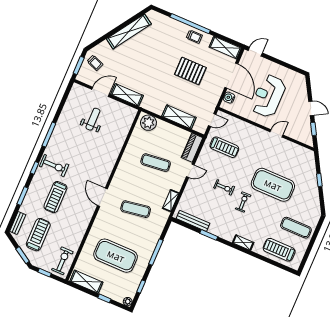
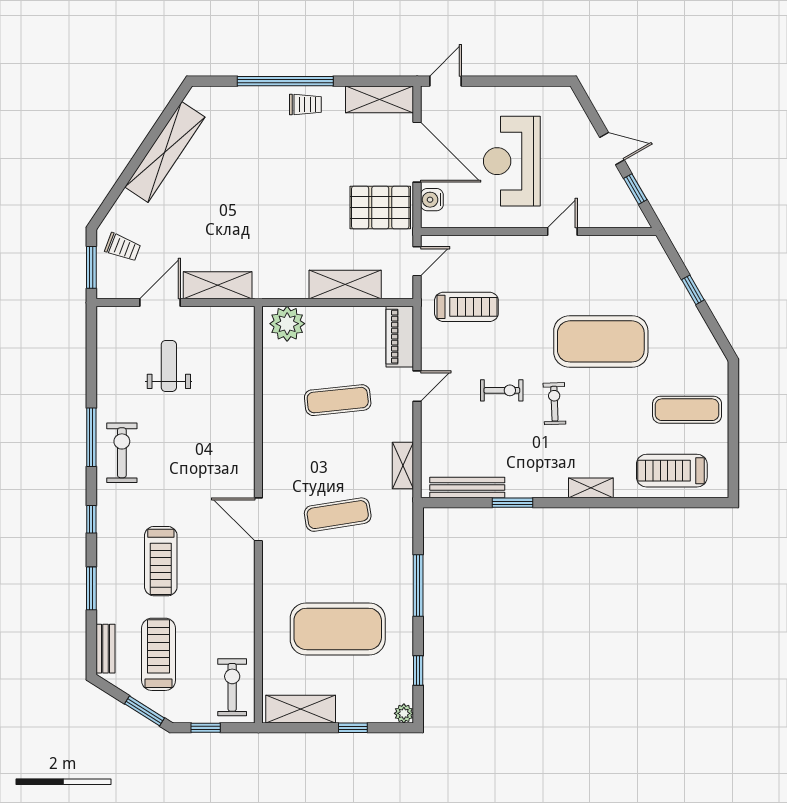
pallet: (190, 71) -> (380, 208), moved
exercise bike: (54, 166) -> (122, 453), moved, turned -90

